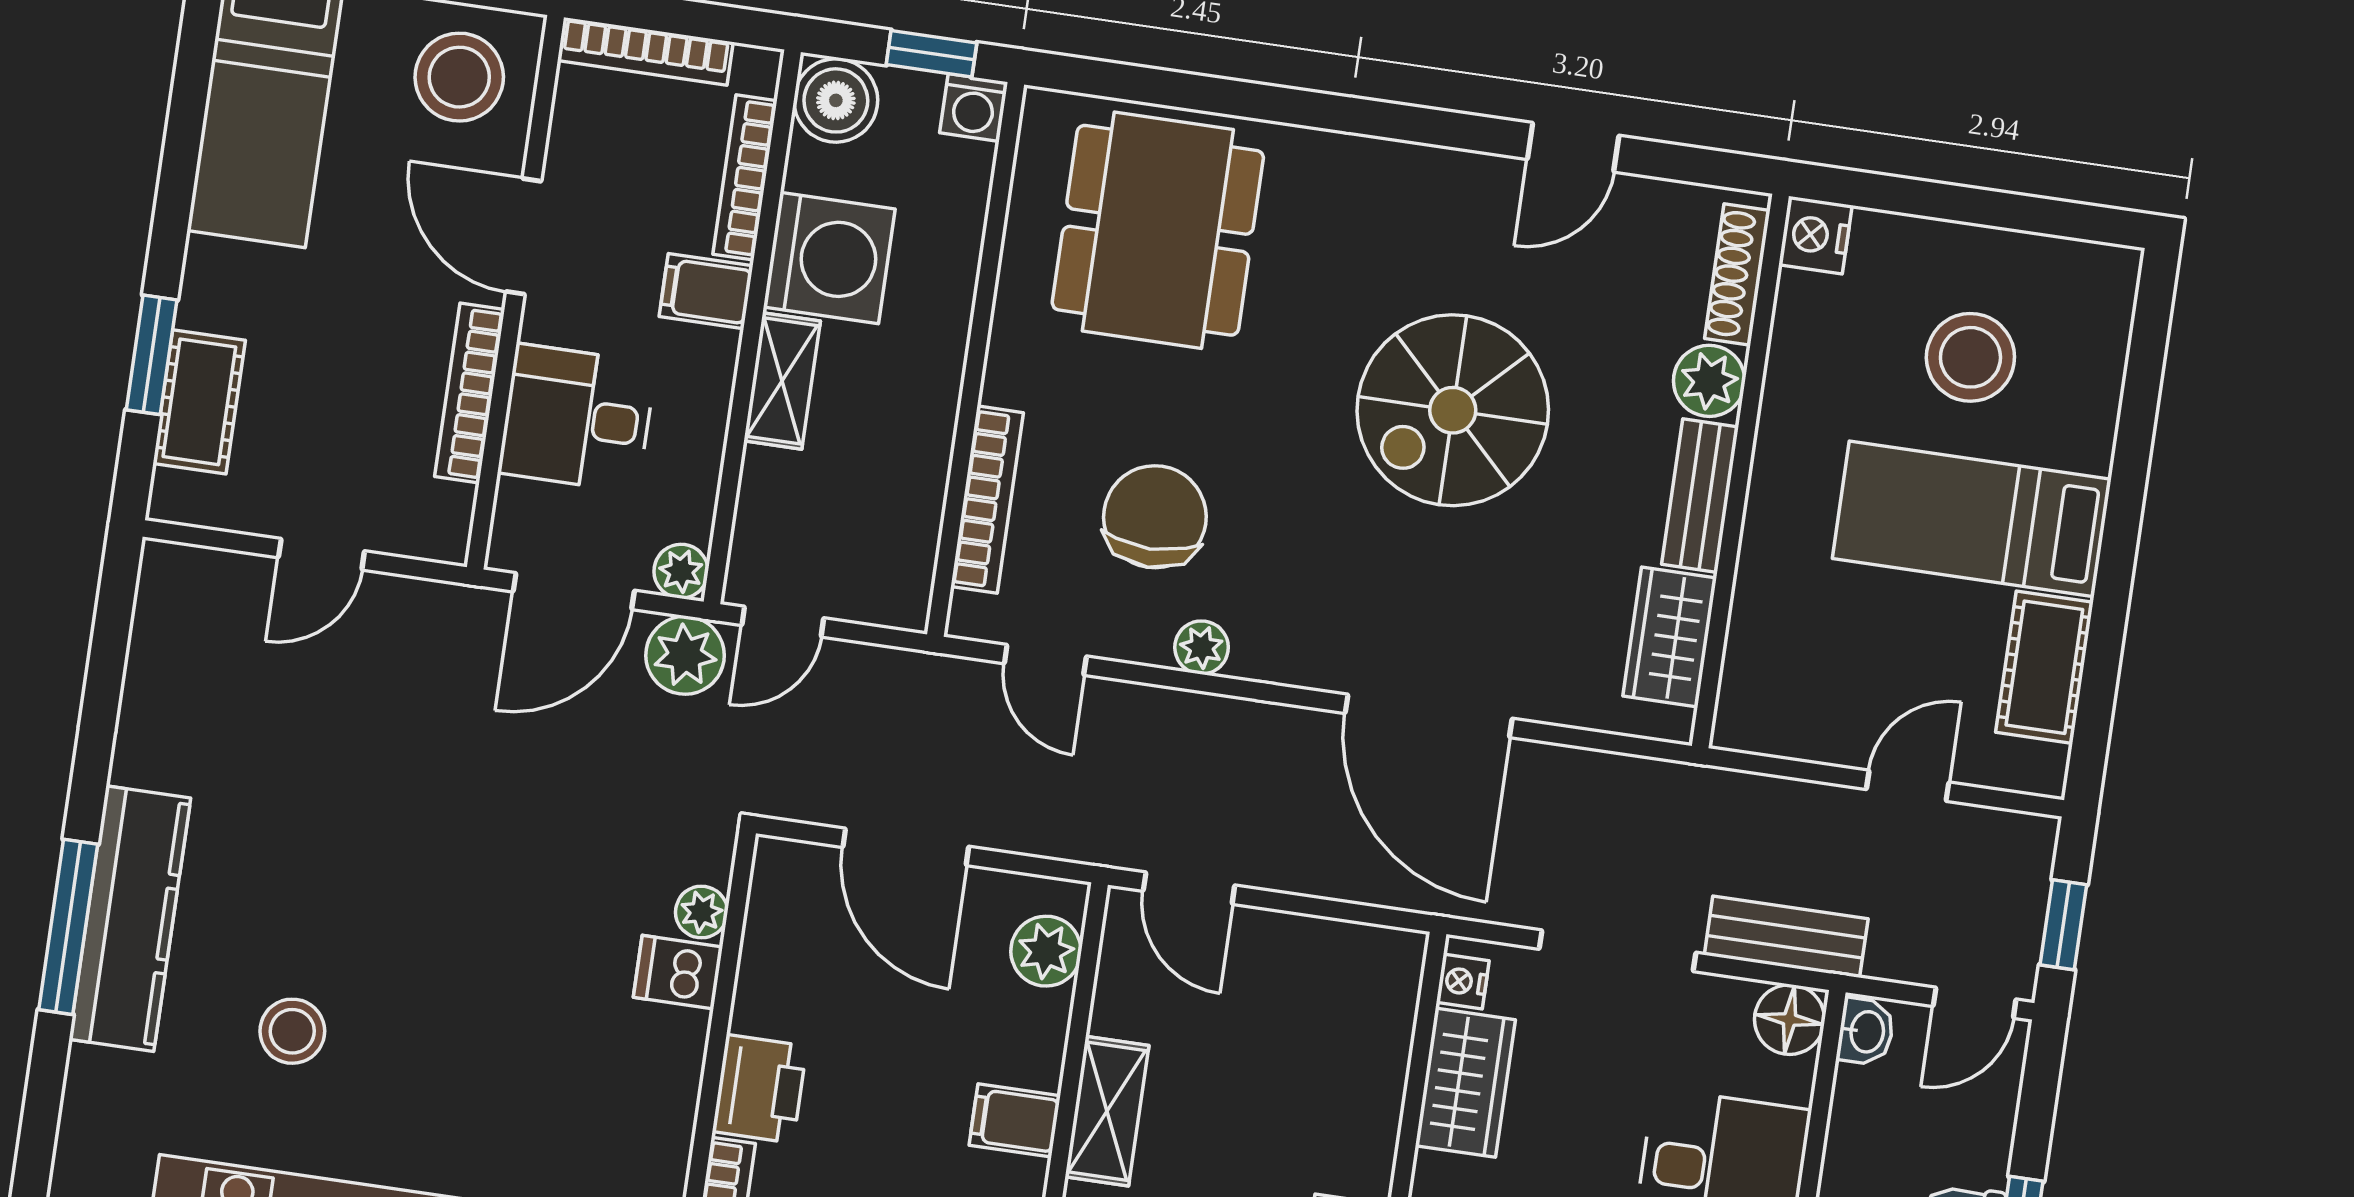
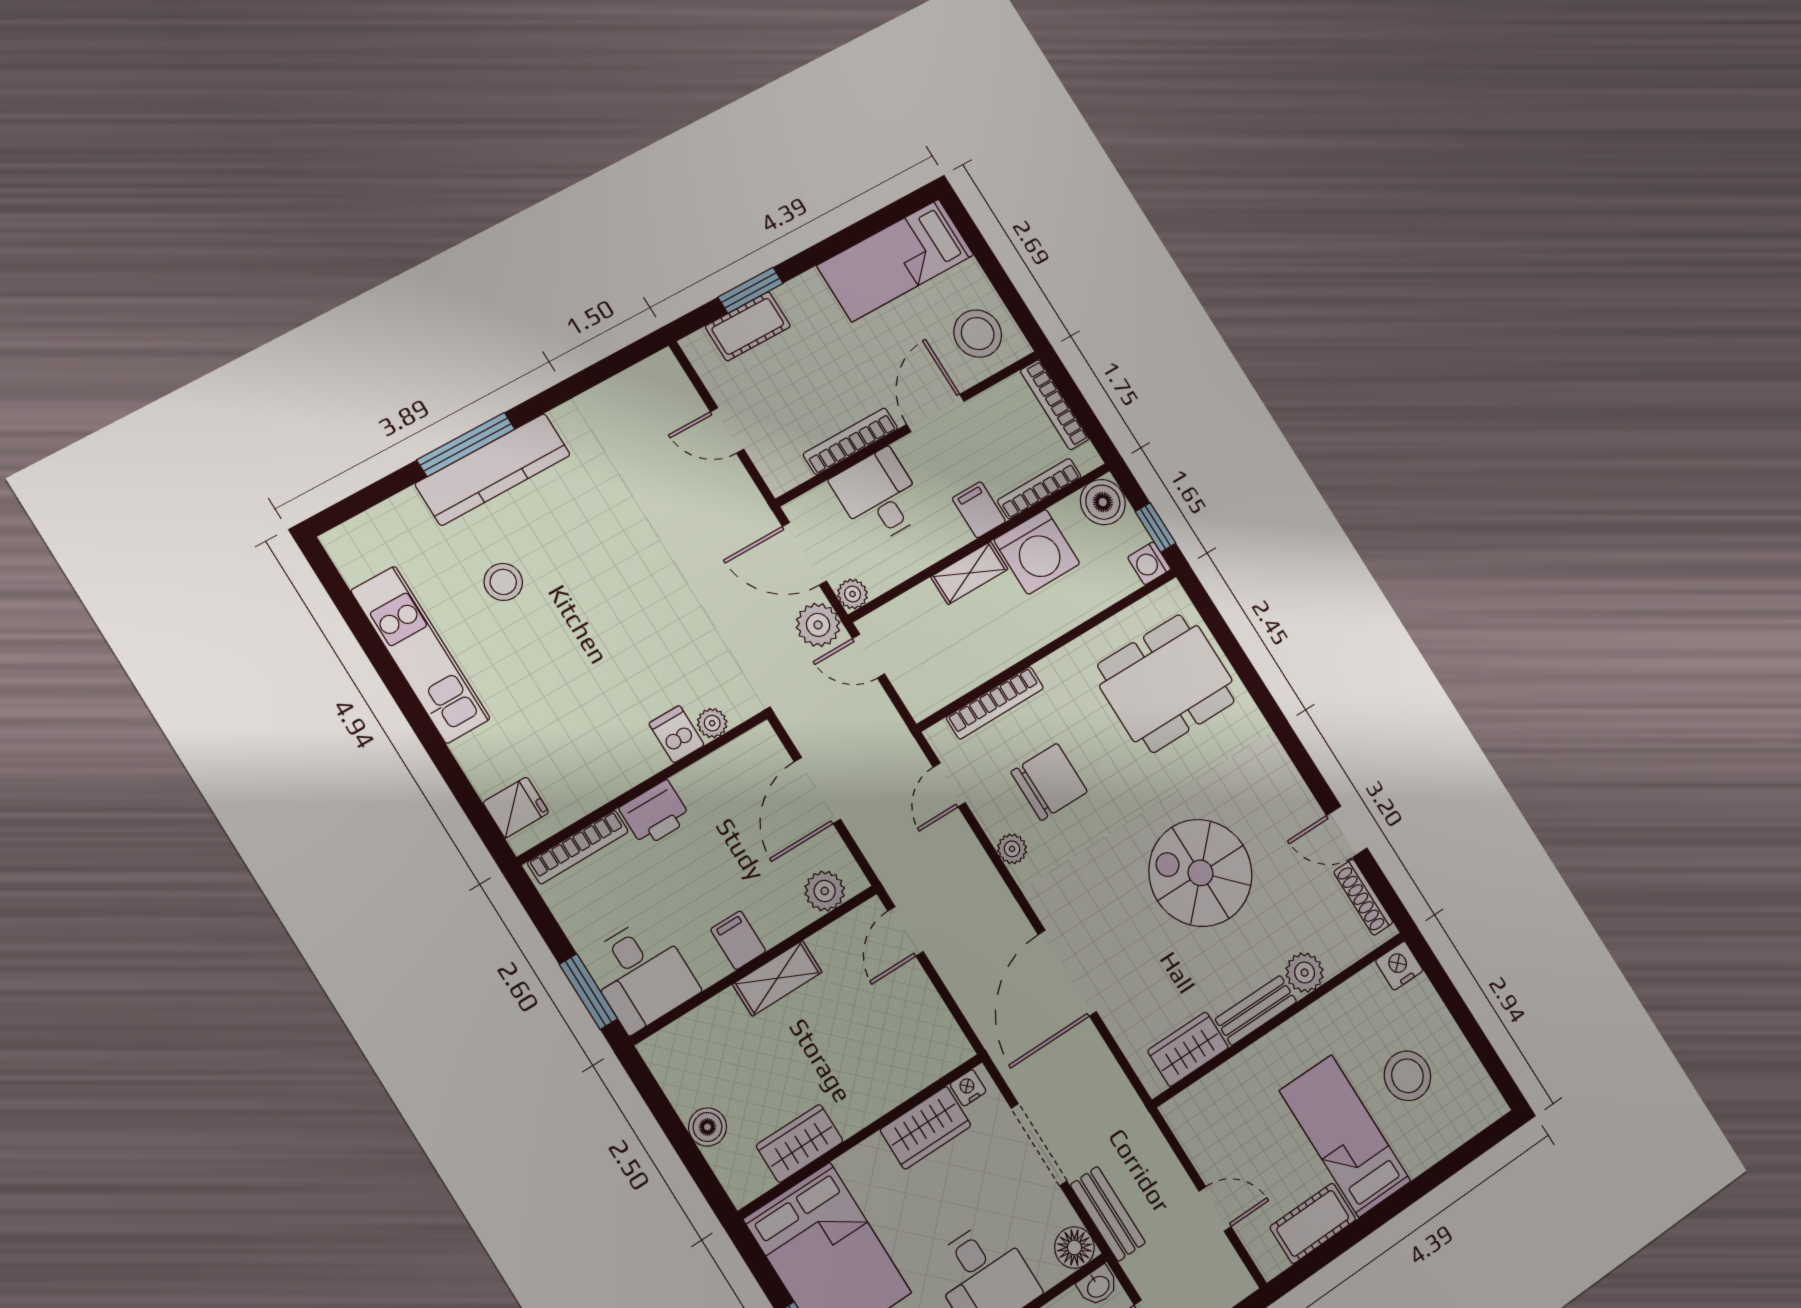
shoe rack: (1737, 274) -> (1363, 897), moved, turned -90

